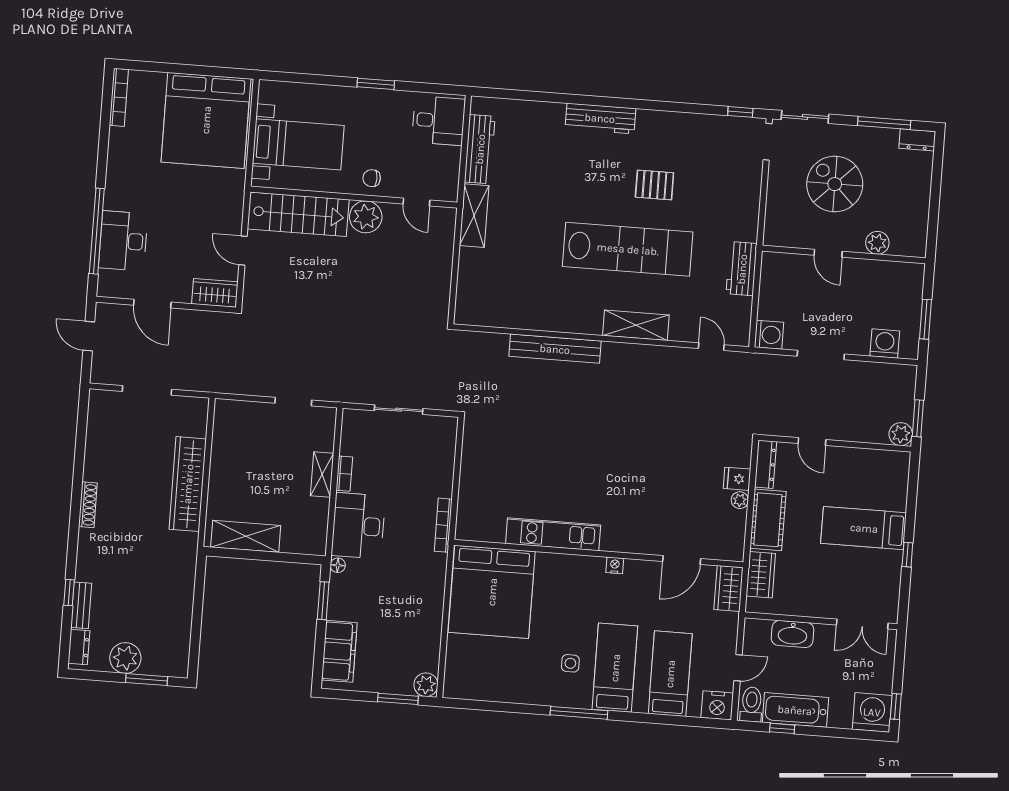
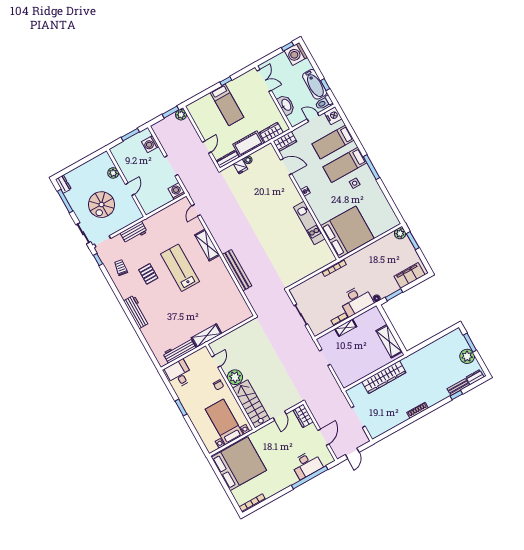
trolley: (699, 143) -> (121, 268), added
lab bench: (628, 249) -> (180, 268), width x0.73
workbench: (742, 269) -> (134, 232), moved

